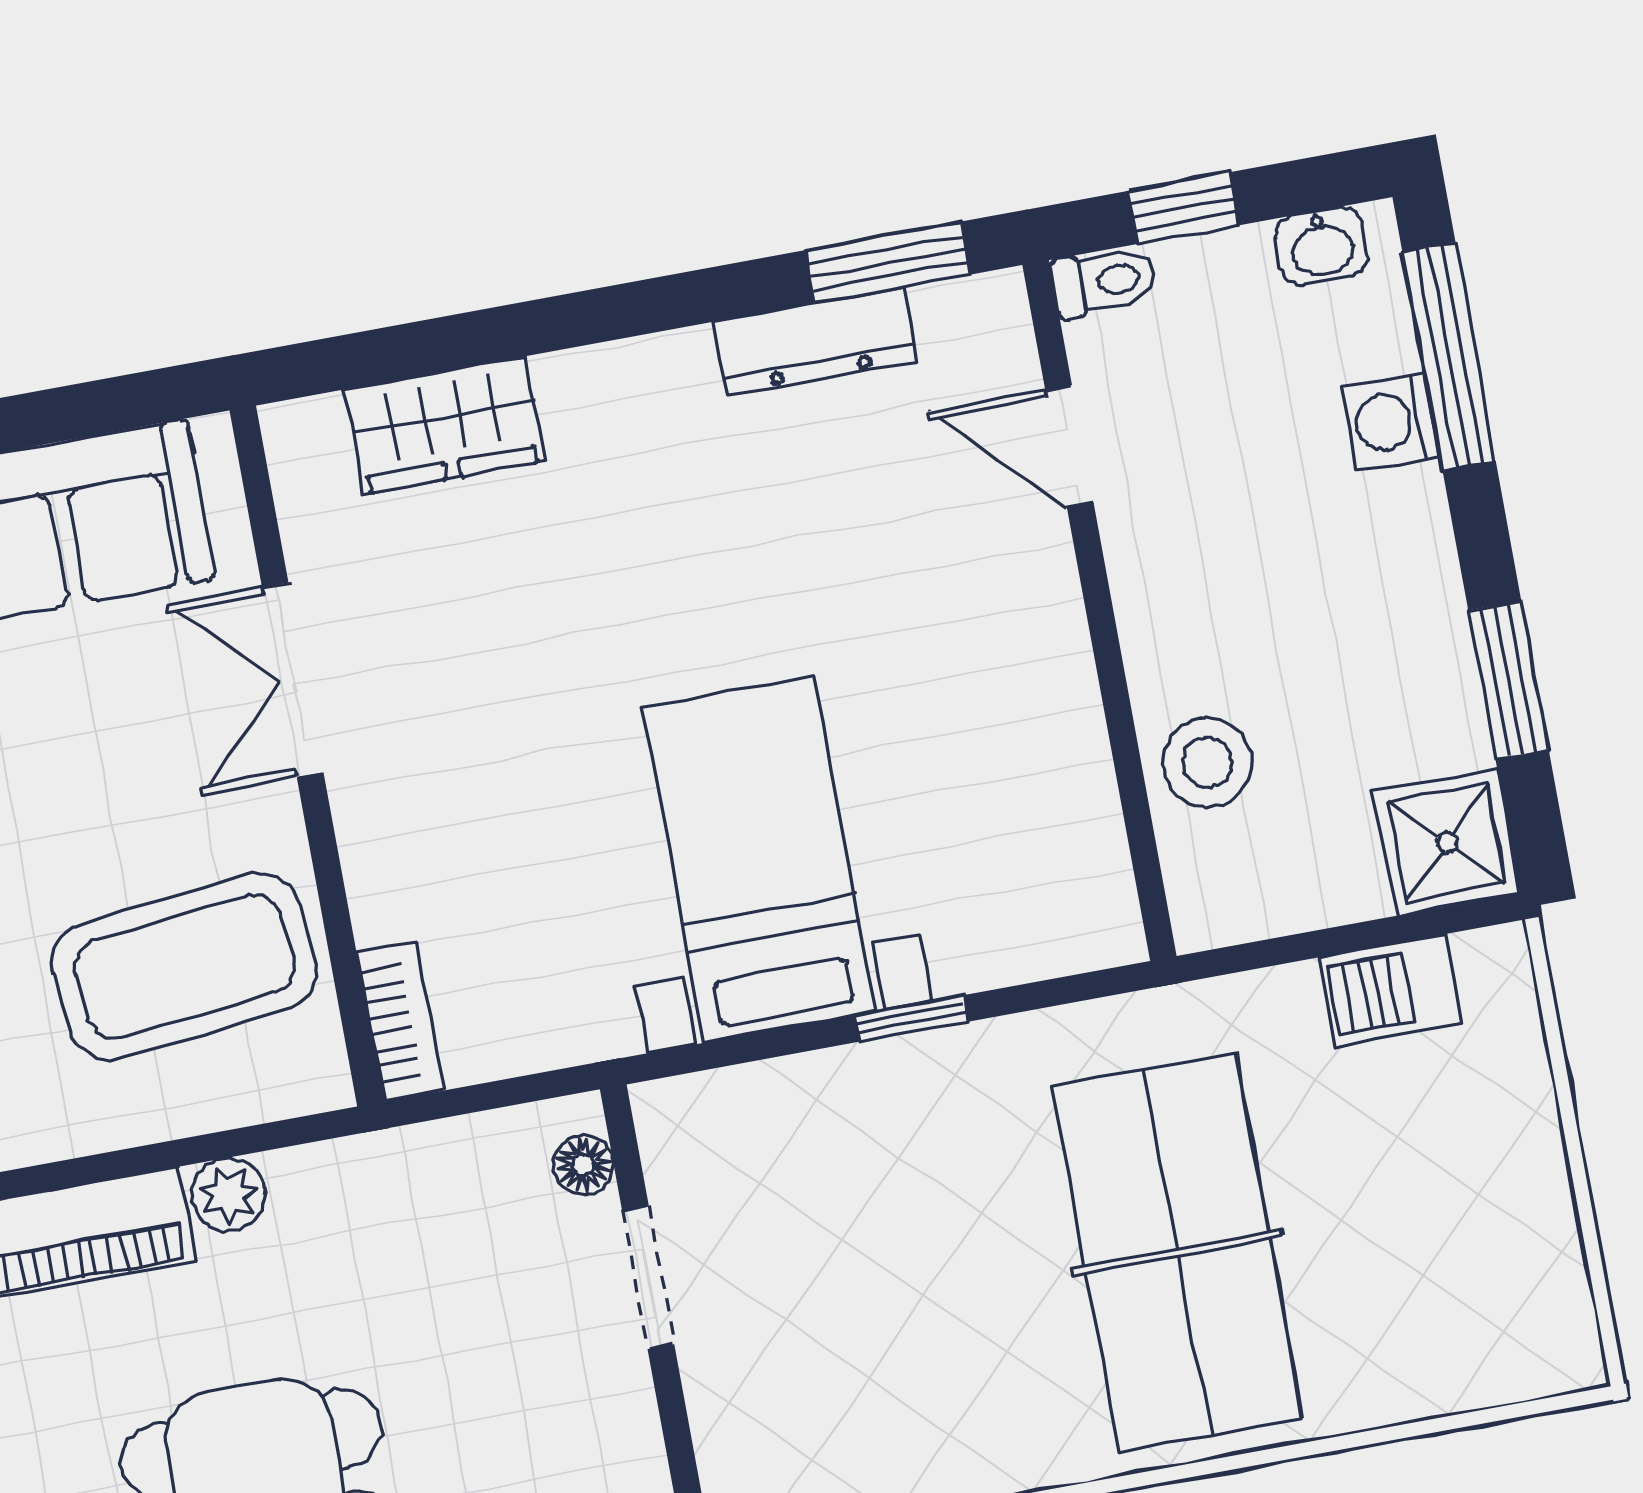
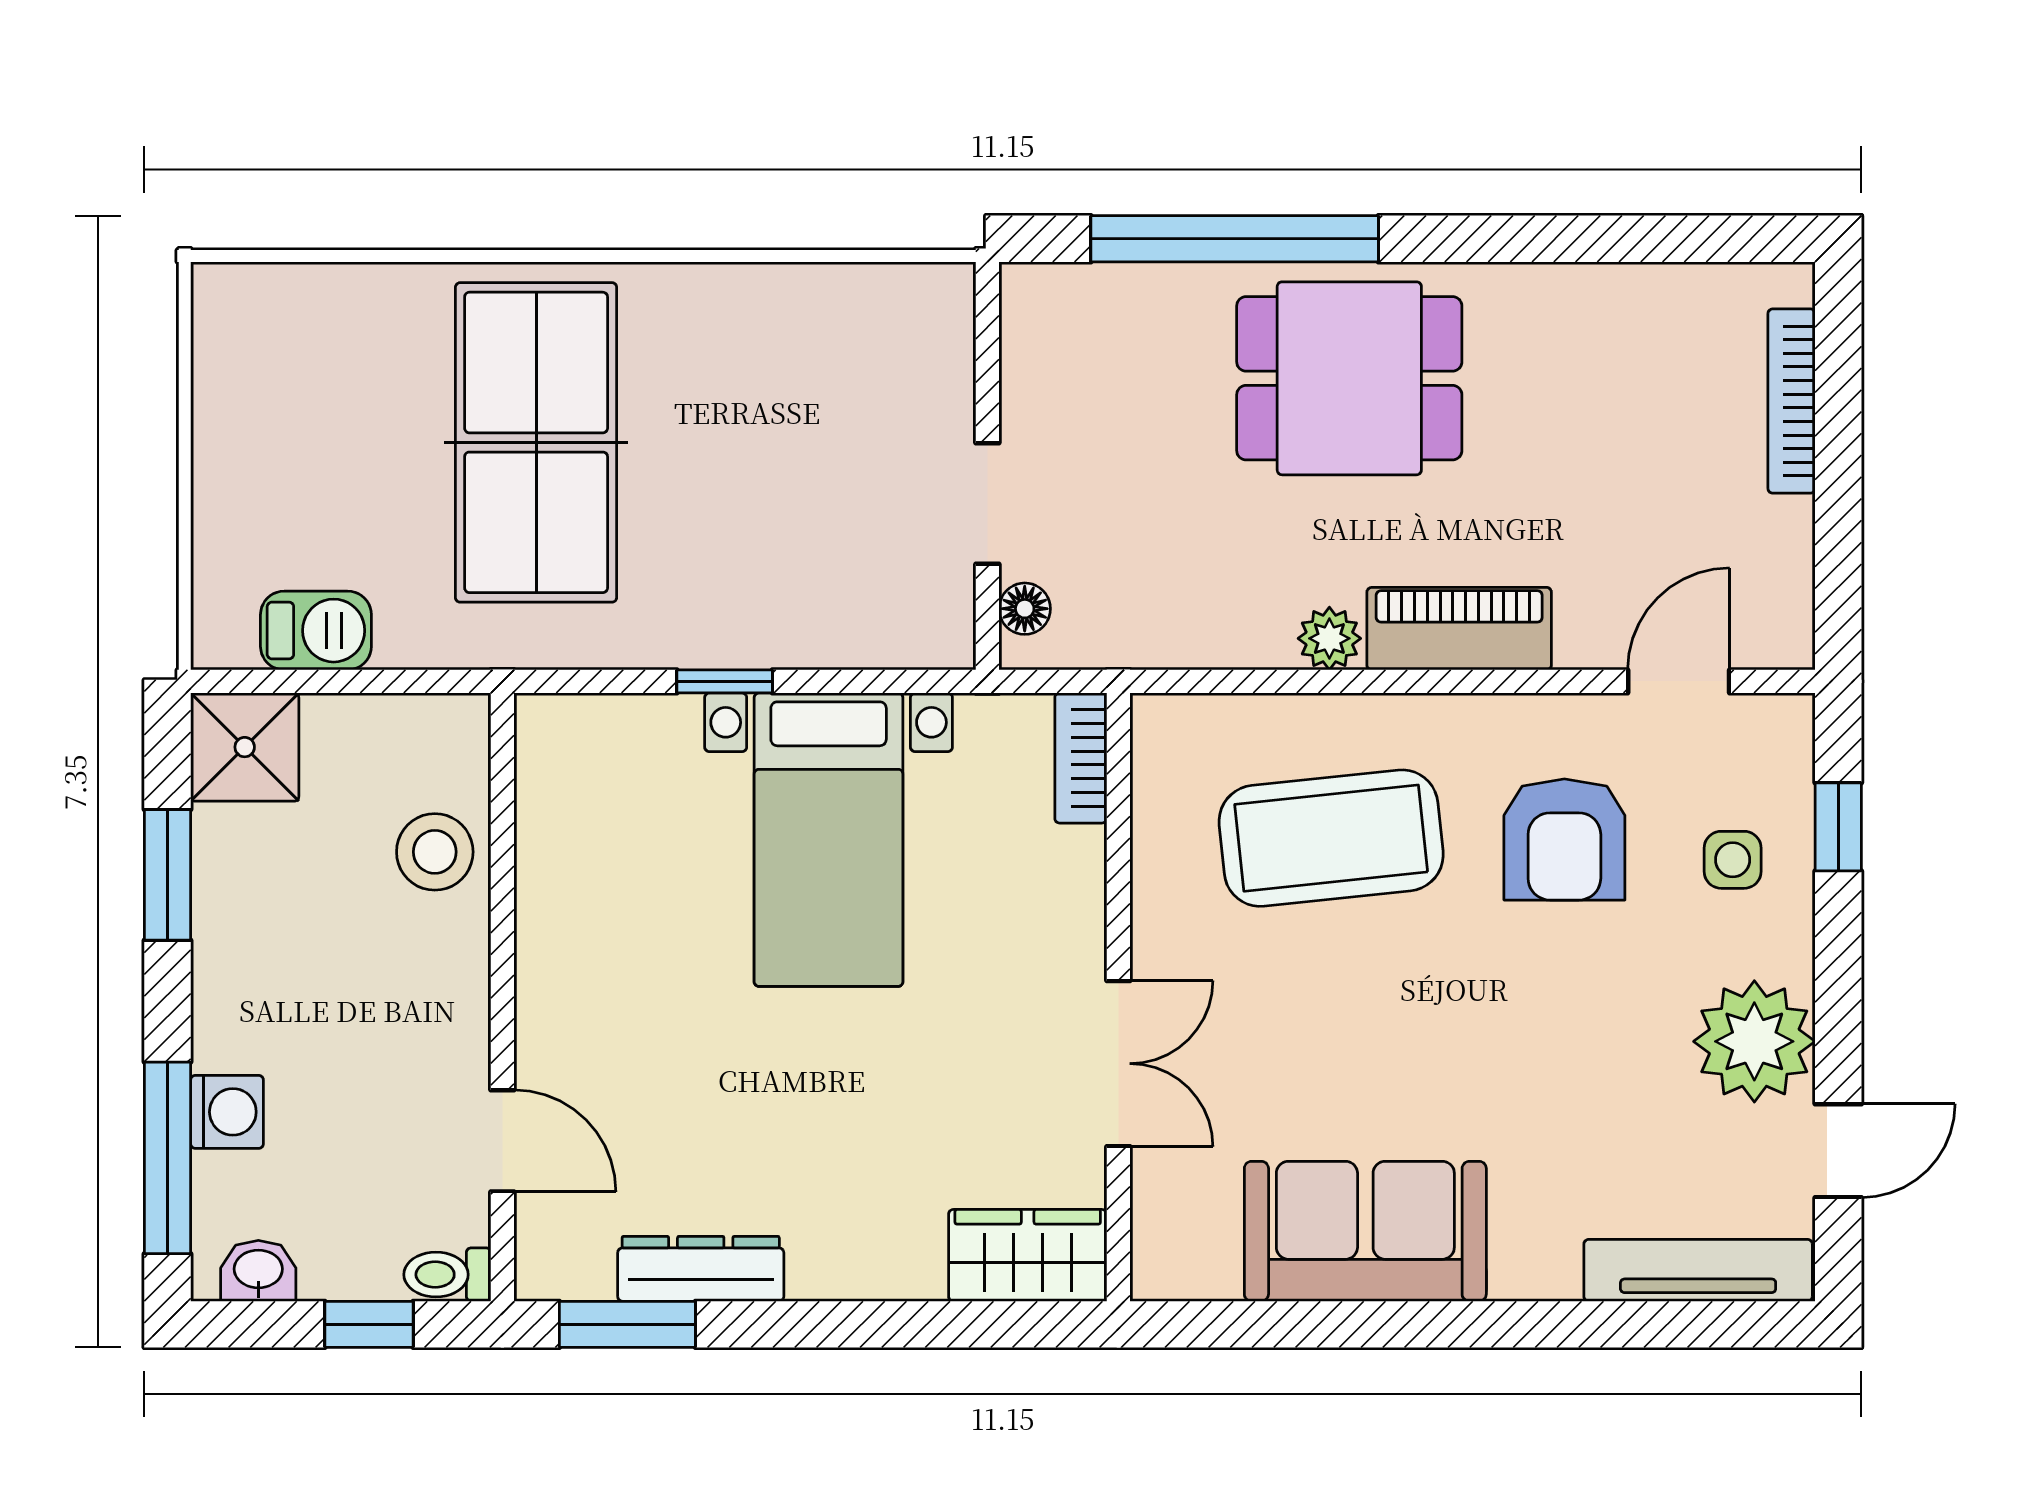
double door: (293, 680) -> (1118, 1064), moved
wall: (307, 756) -> (1118, 997), moved
bookcase: (400, 1022) -> (1081, 758), moved

